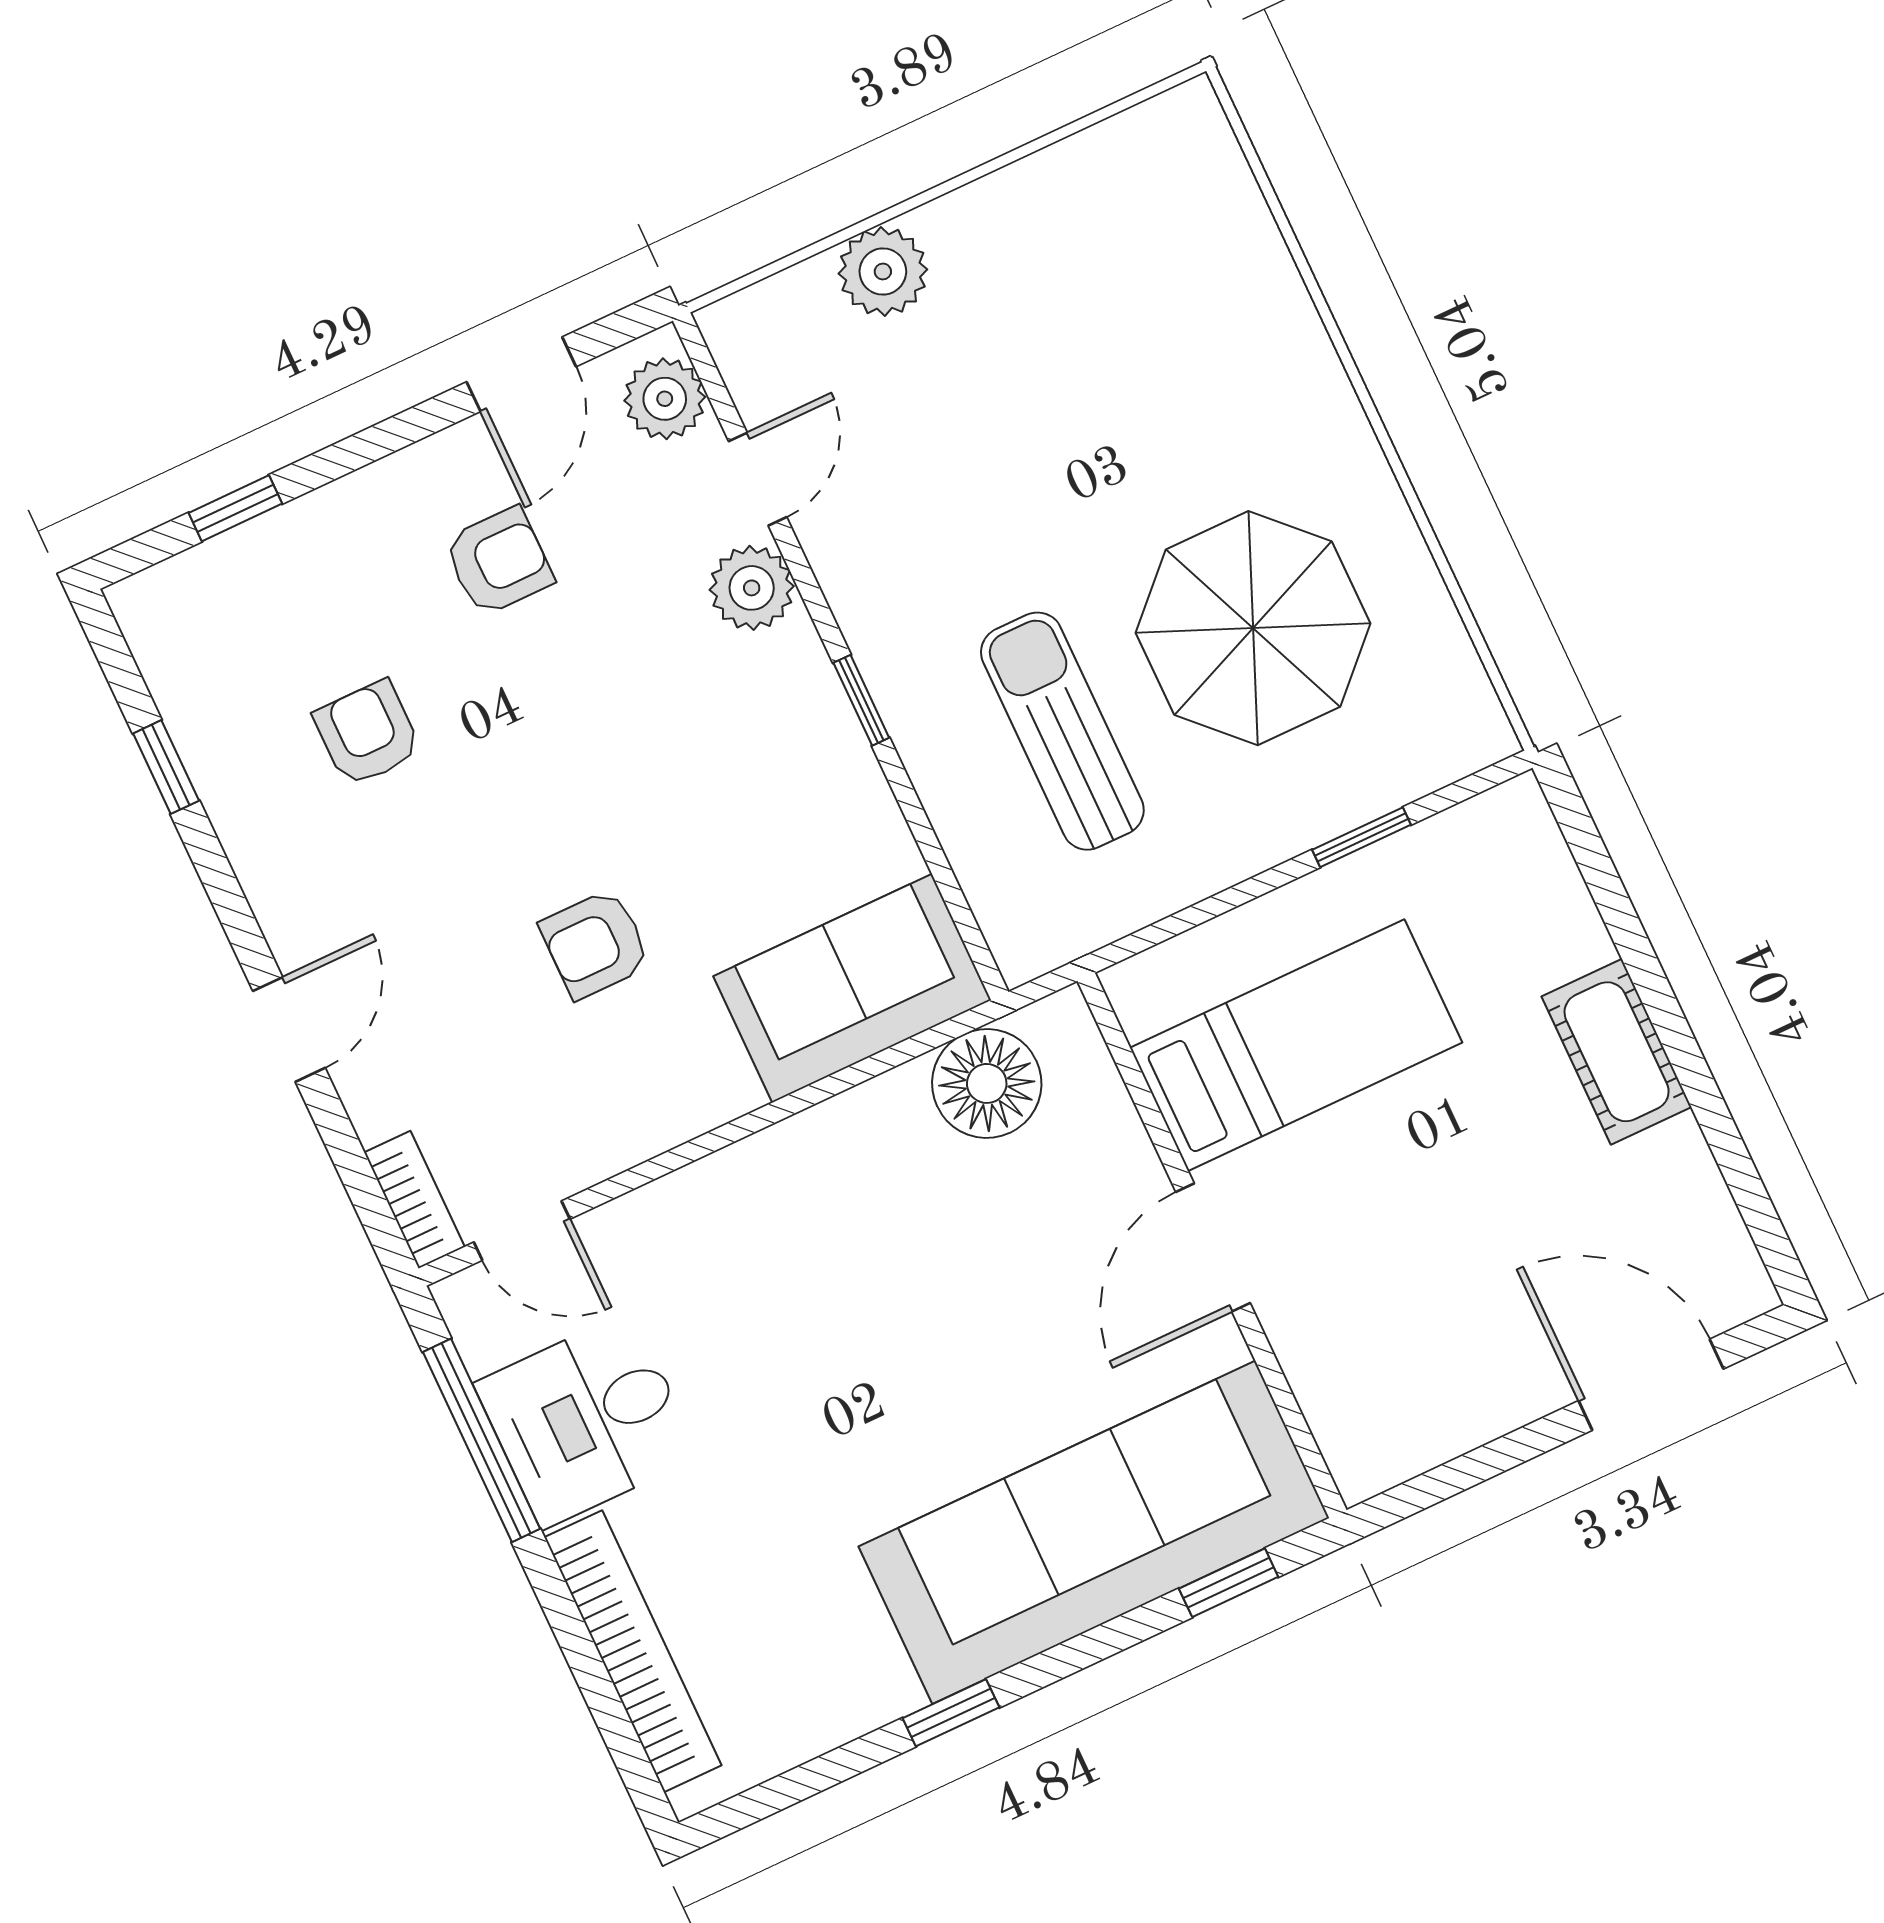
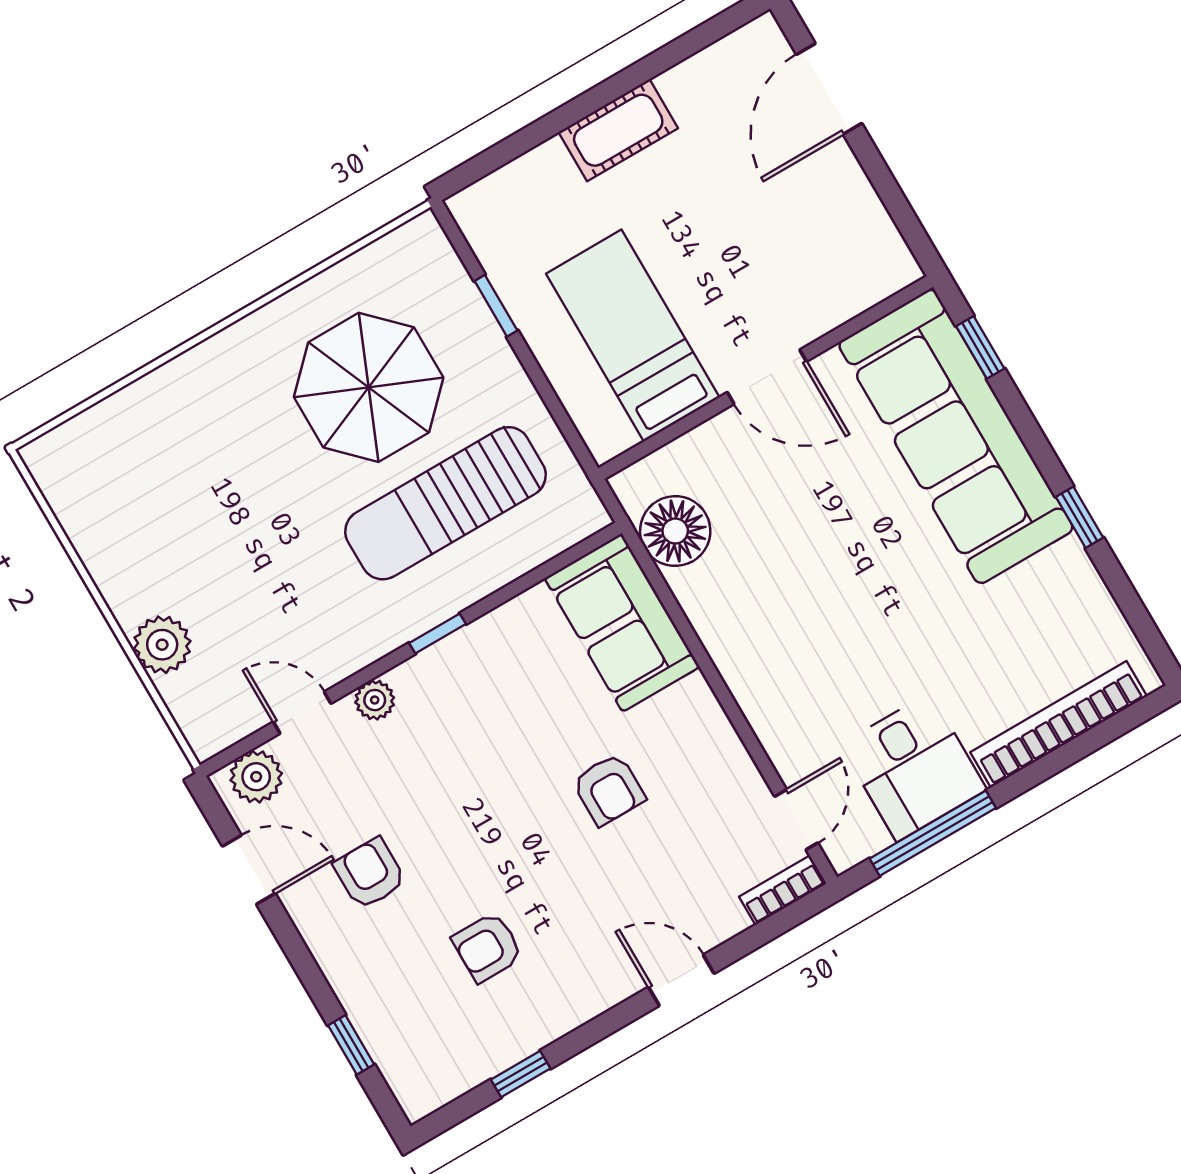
plant: (752, 588) -> (375, 700), width x0.73, depth x0.73
sun lounger: (1062, 731) -> (445, 503), width x1.36, depth x1.34

